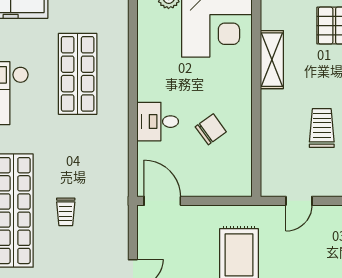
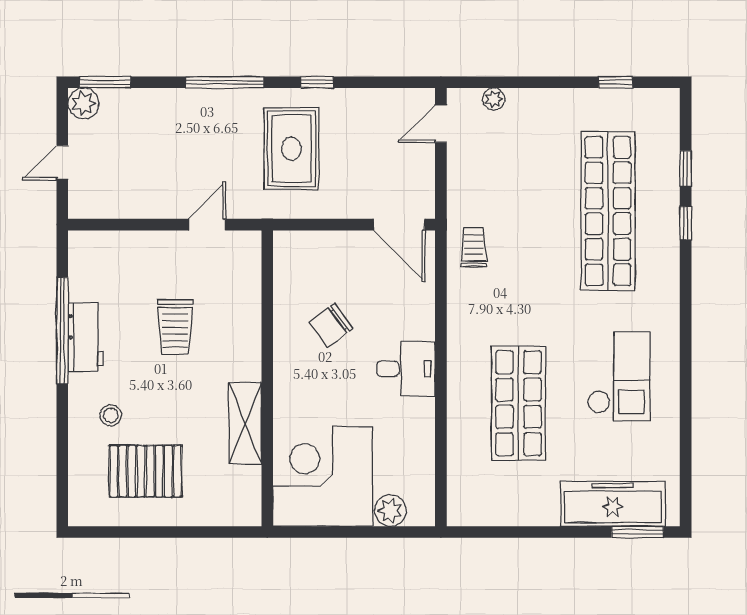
desk: (158, 122) -> (406, 369), moved
trolley: (66, 212) -> (474, 247), moved

